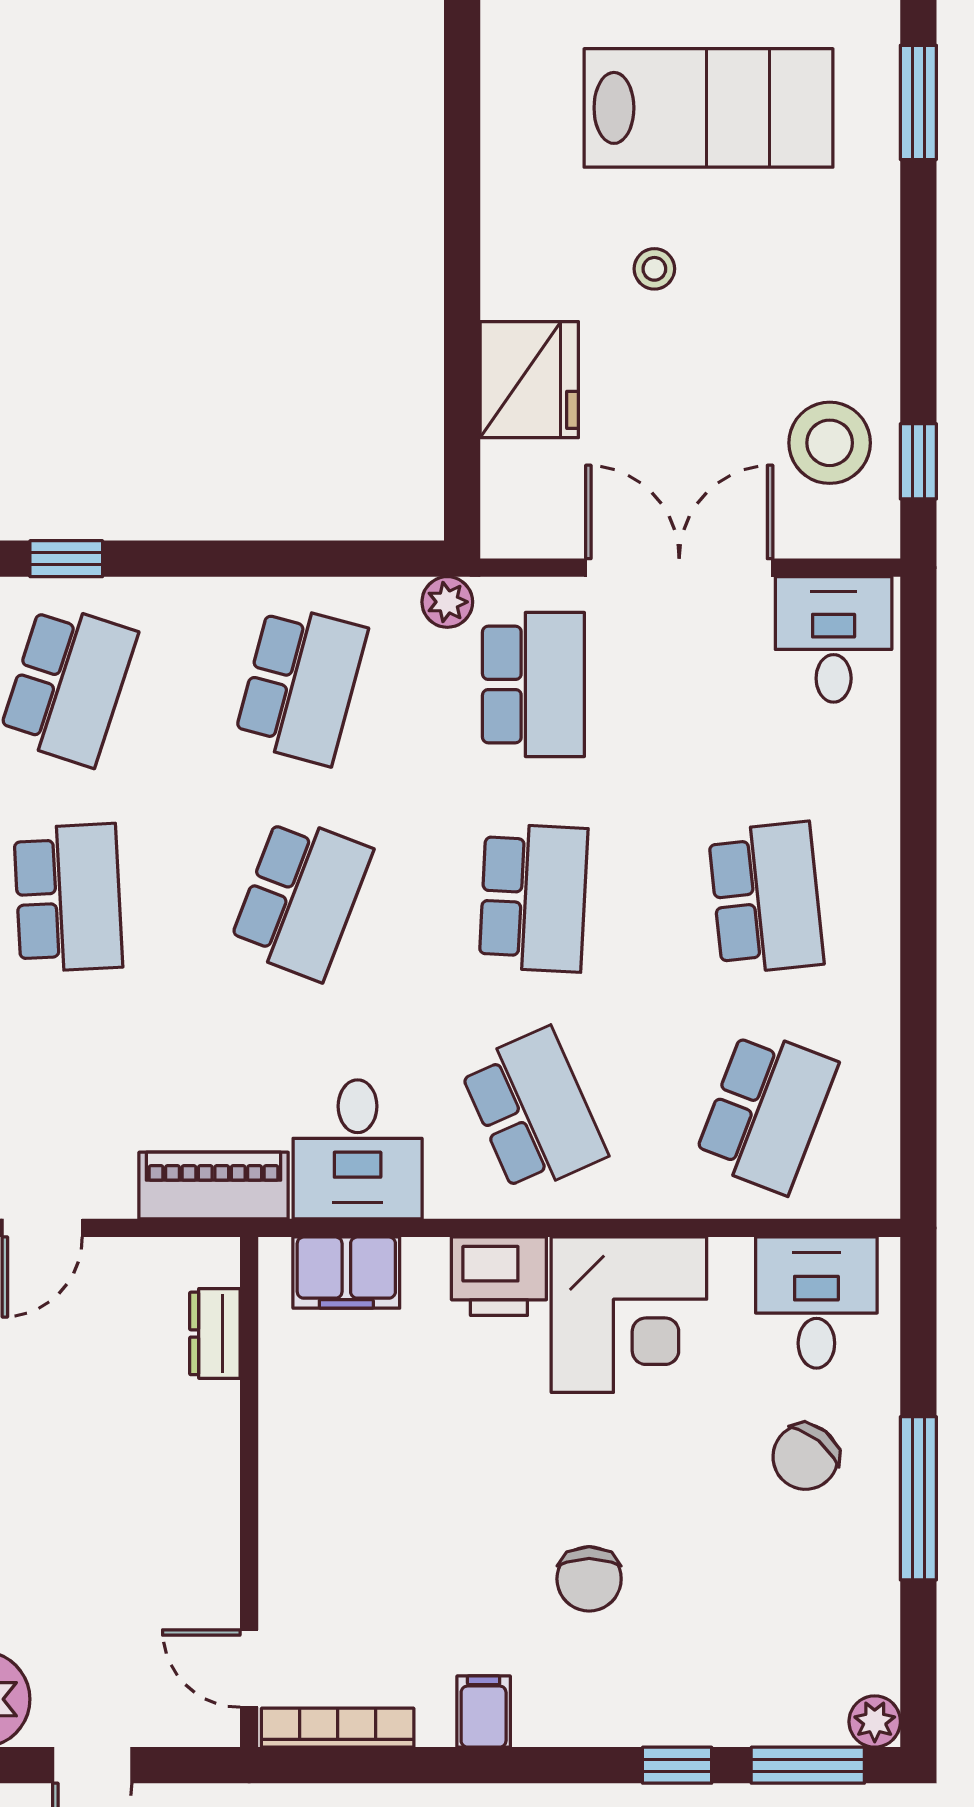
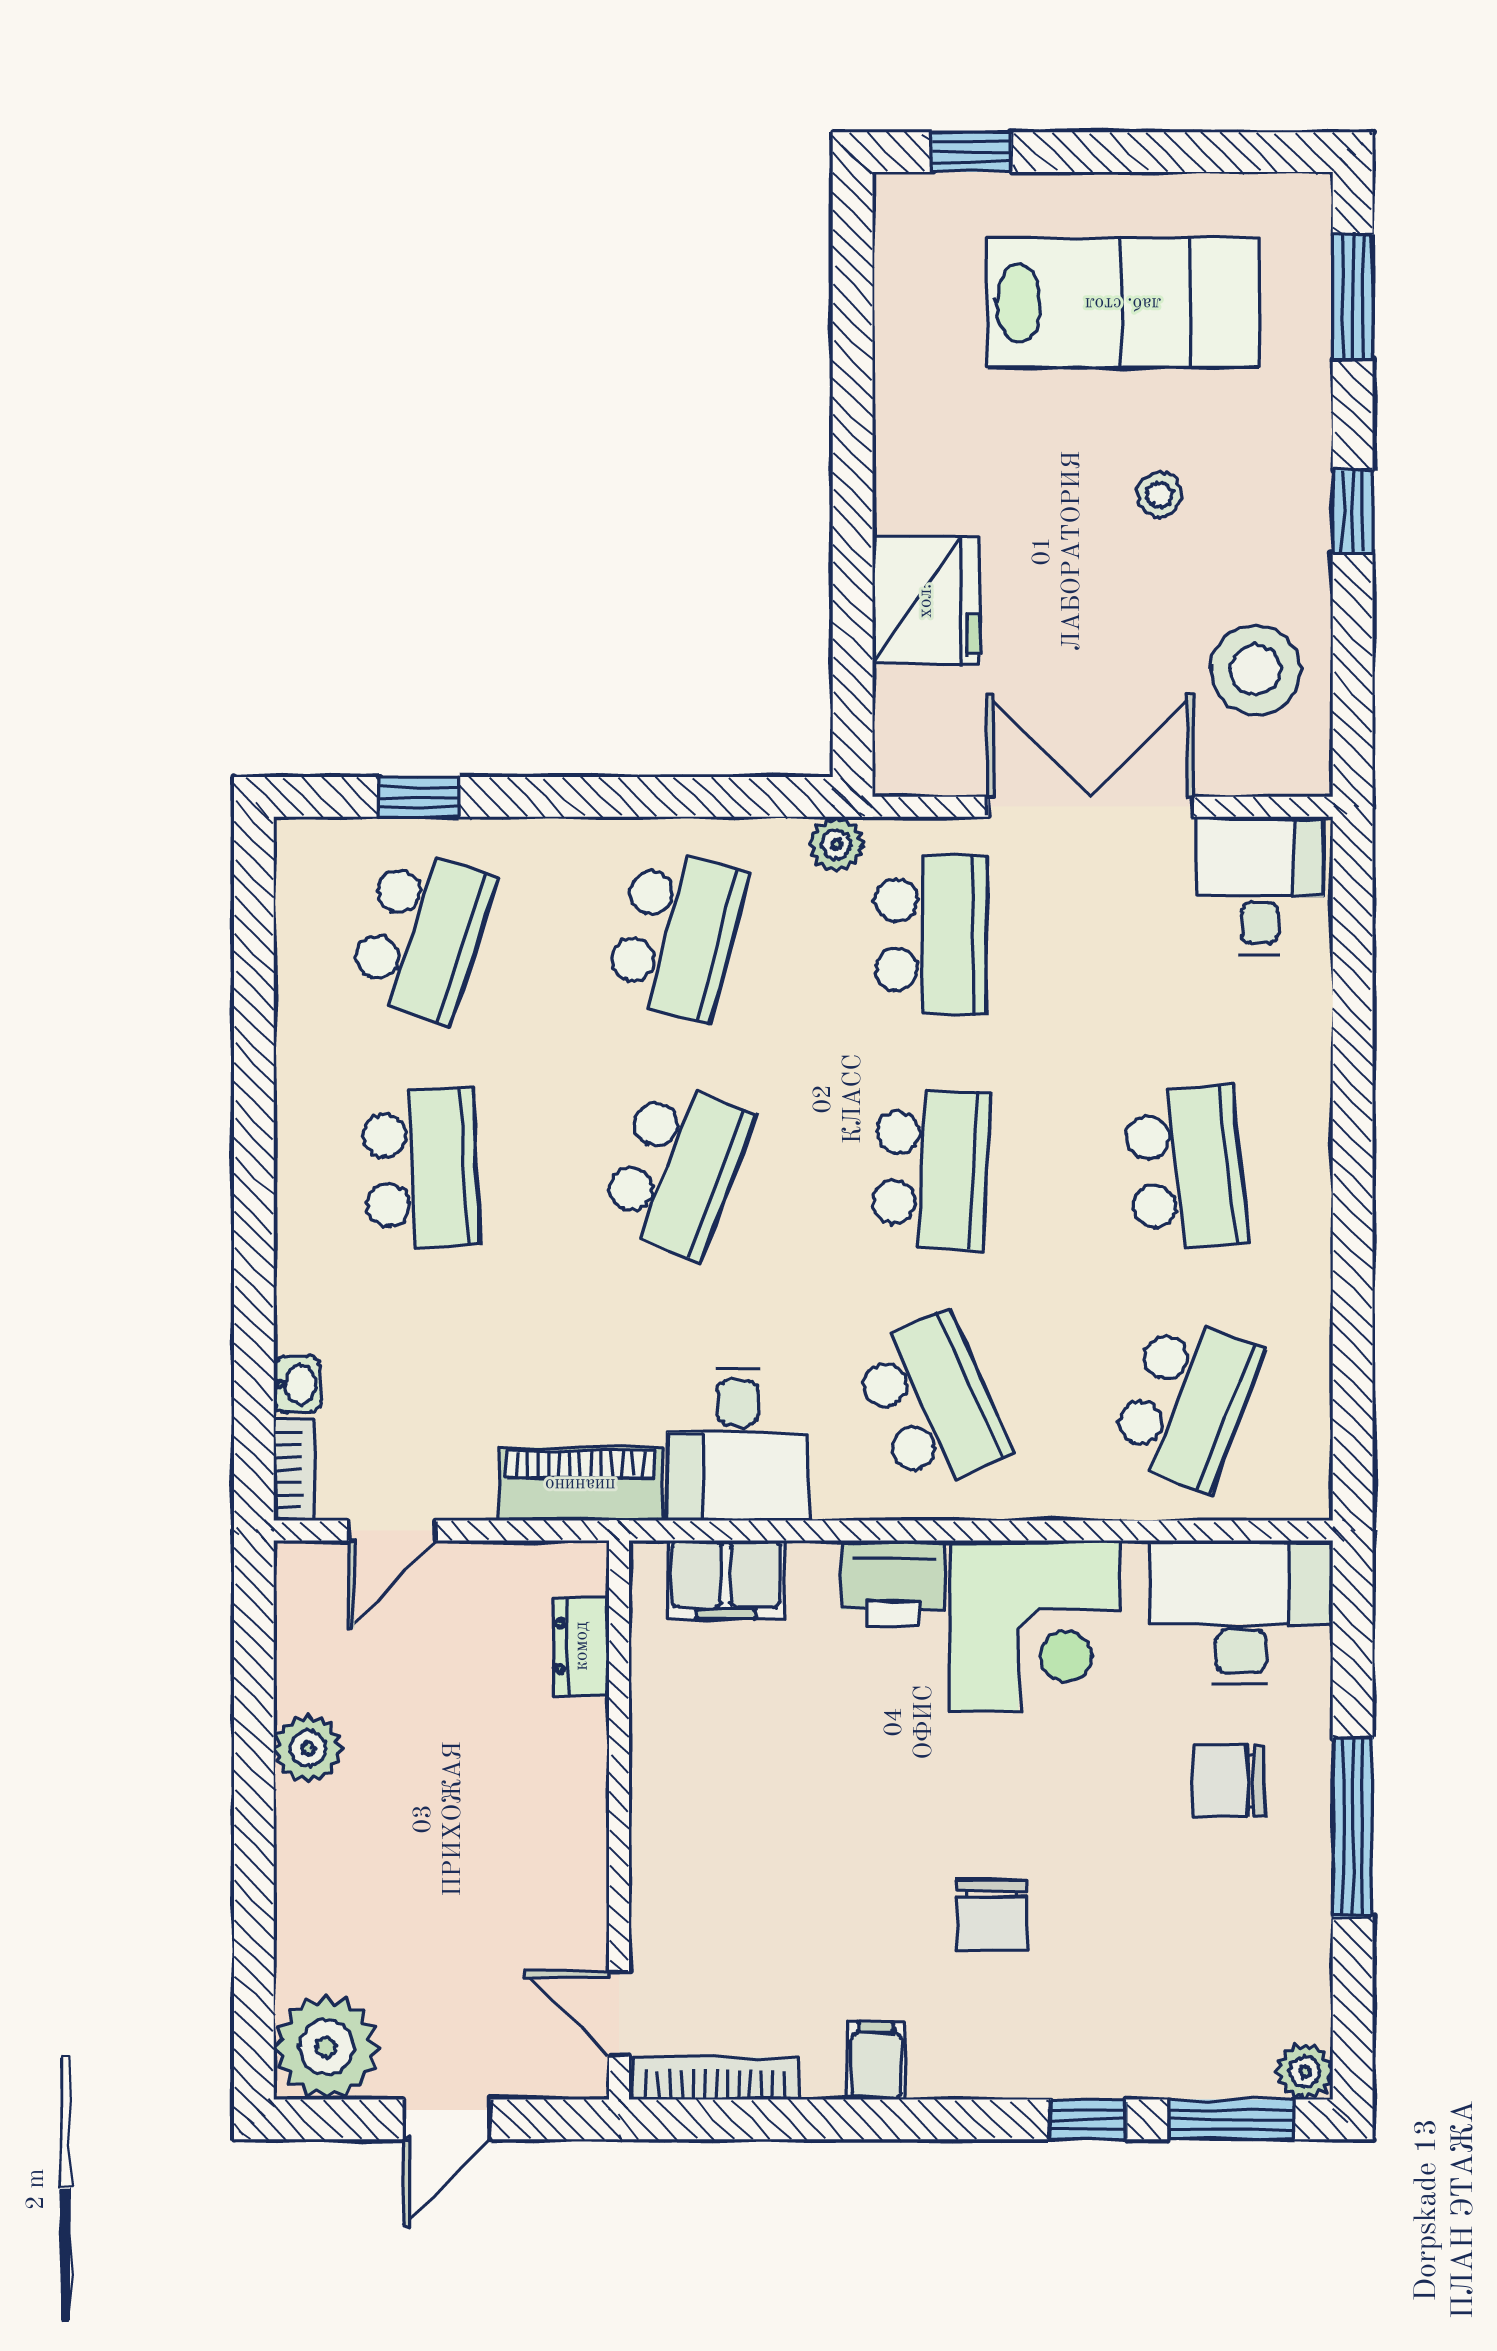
stool: (654, 269) -> (1159, 494), moved
window: (918, 461) -> (1353, 511), moved
desk: (816, 1303) -> (1241, 1612), width x1.37
chair: (805, 1457) -> (1229, 1781), turned 51

